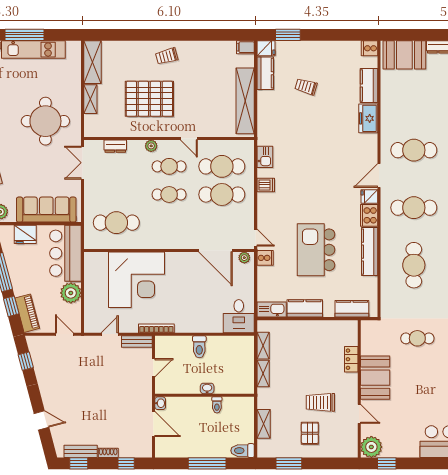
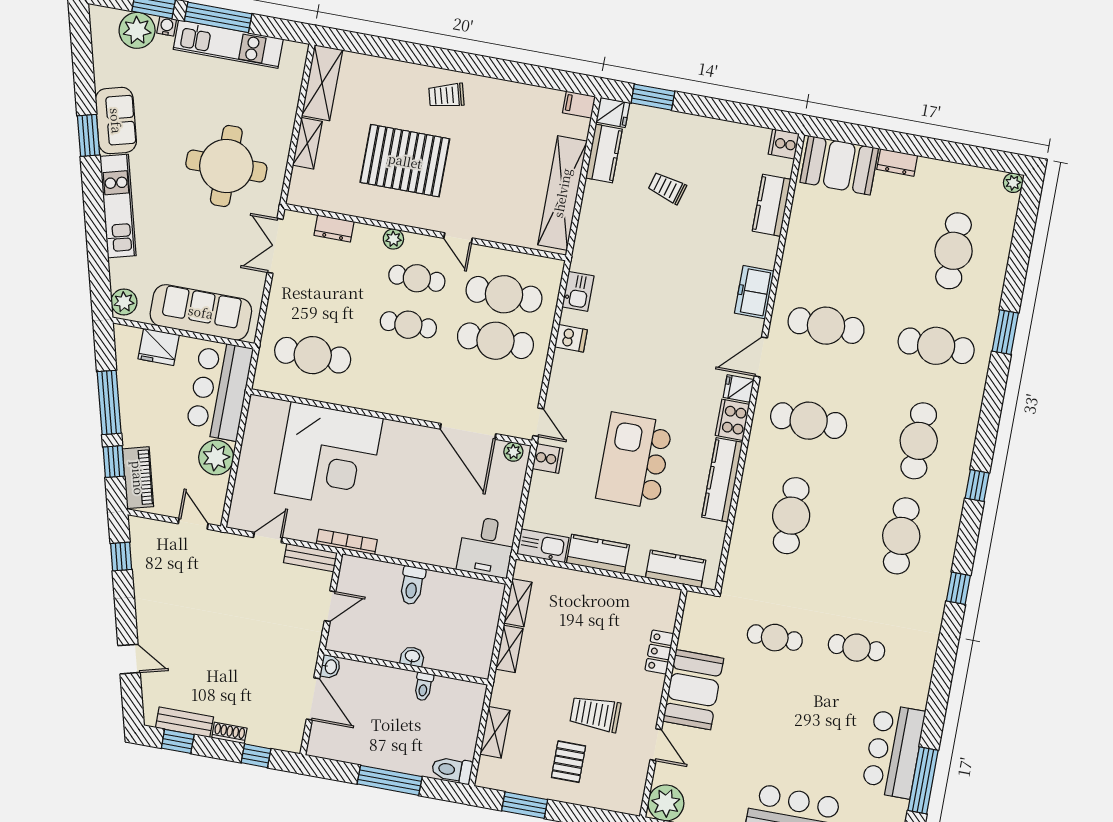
freezer: (368, 118) -> (754, 292), moved

